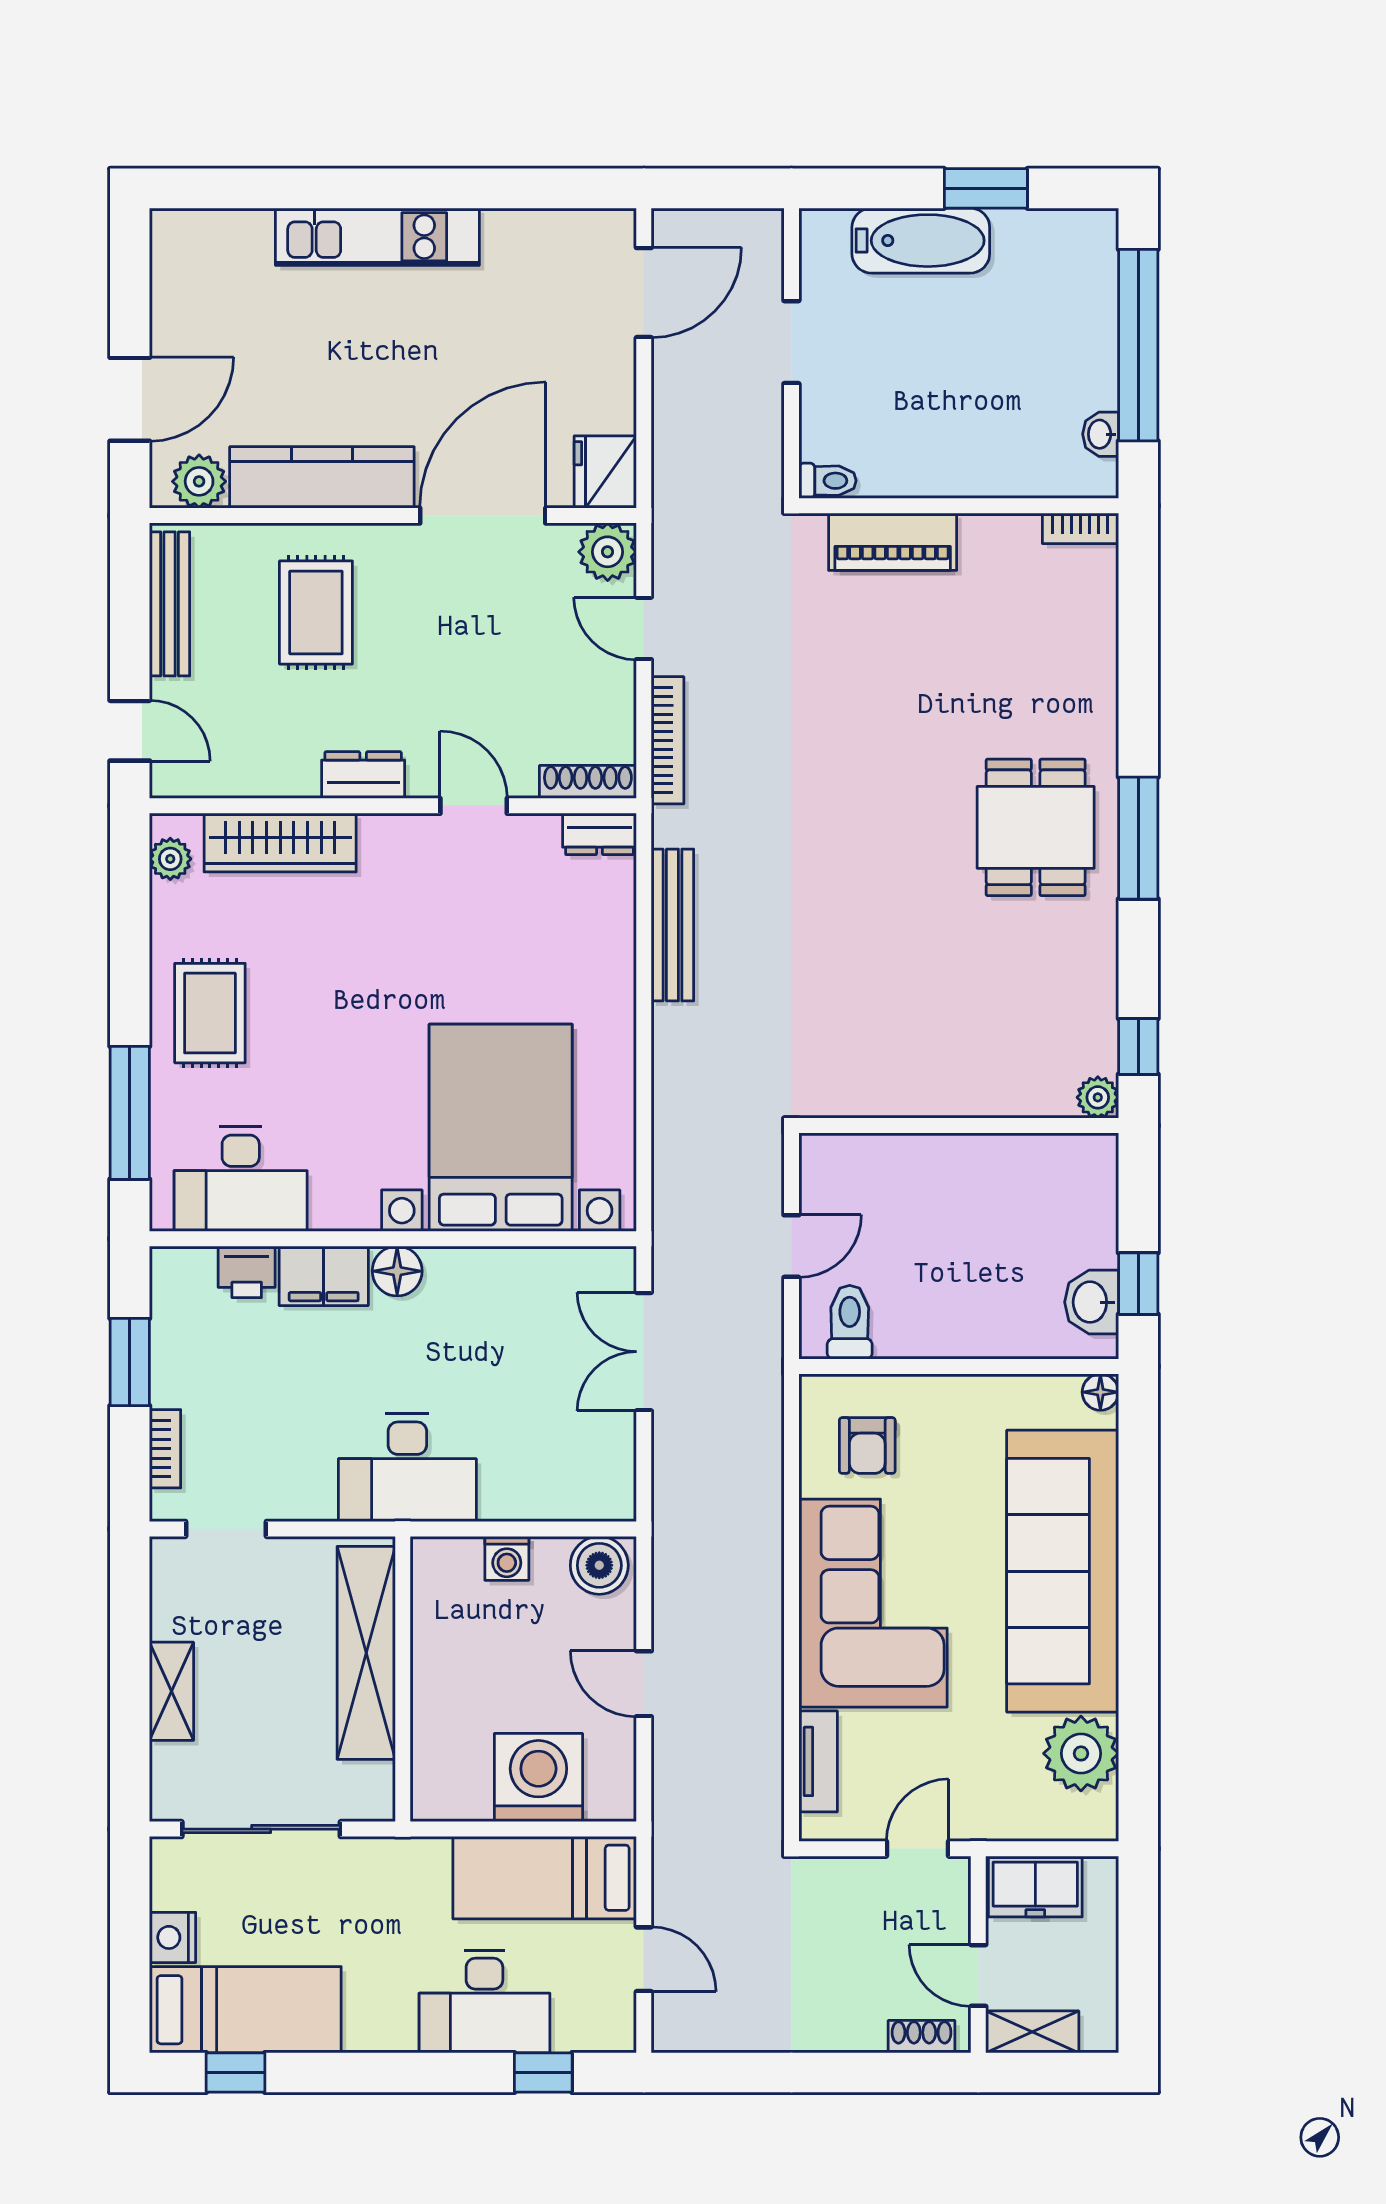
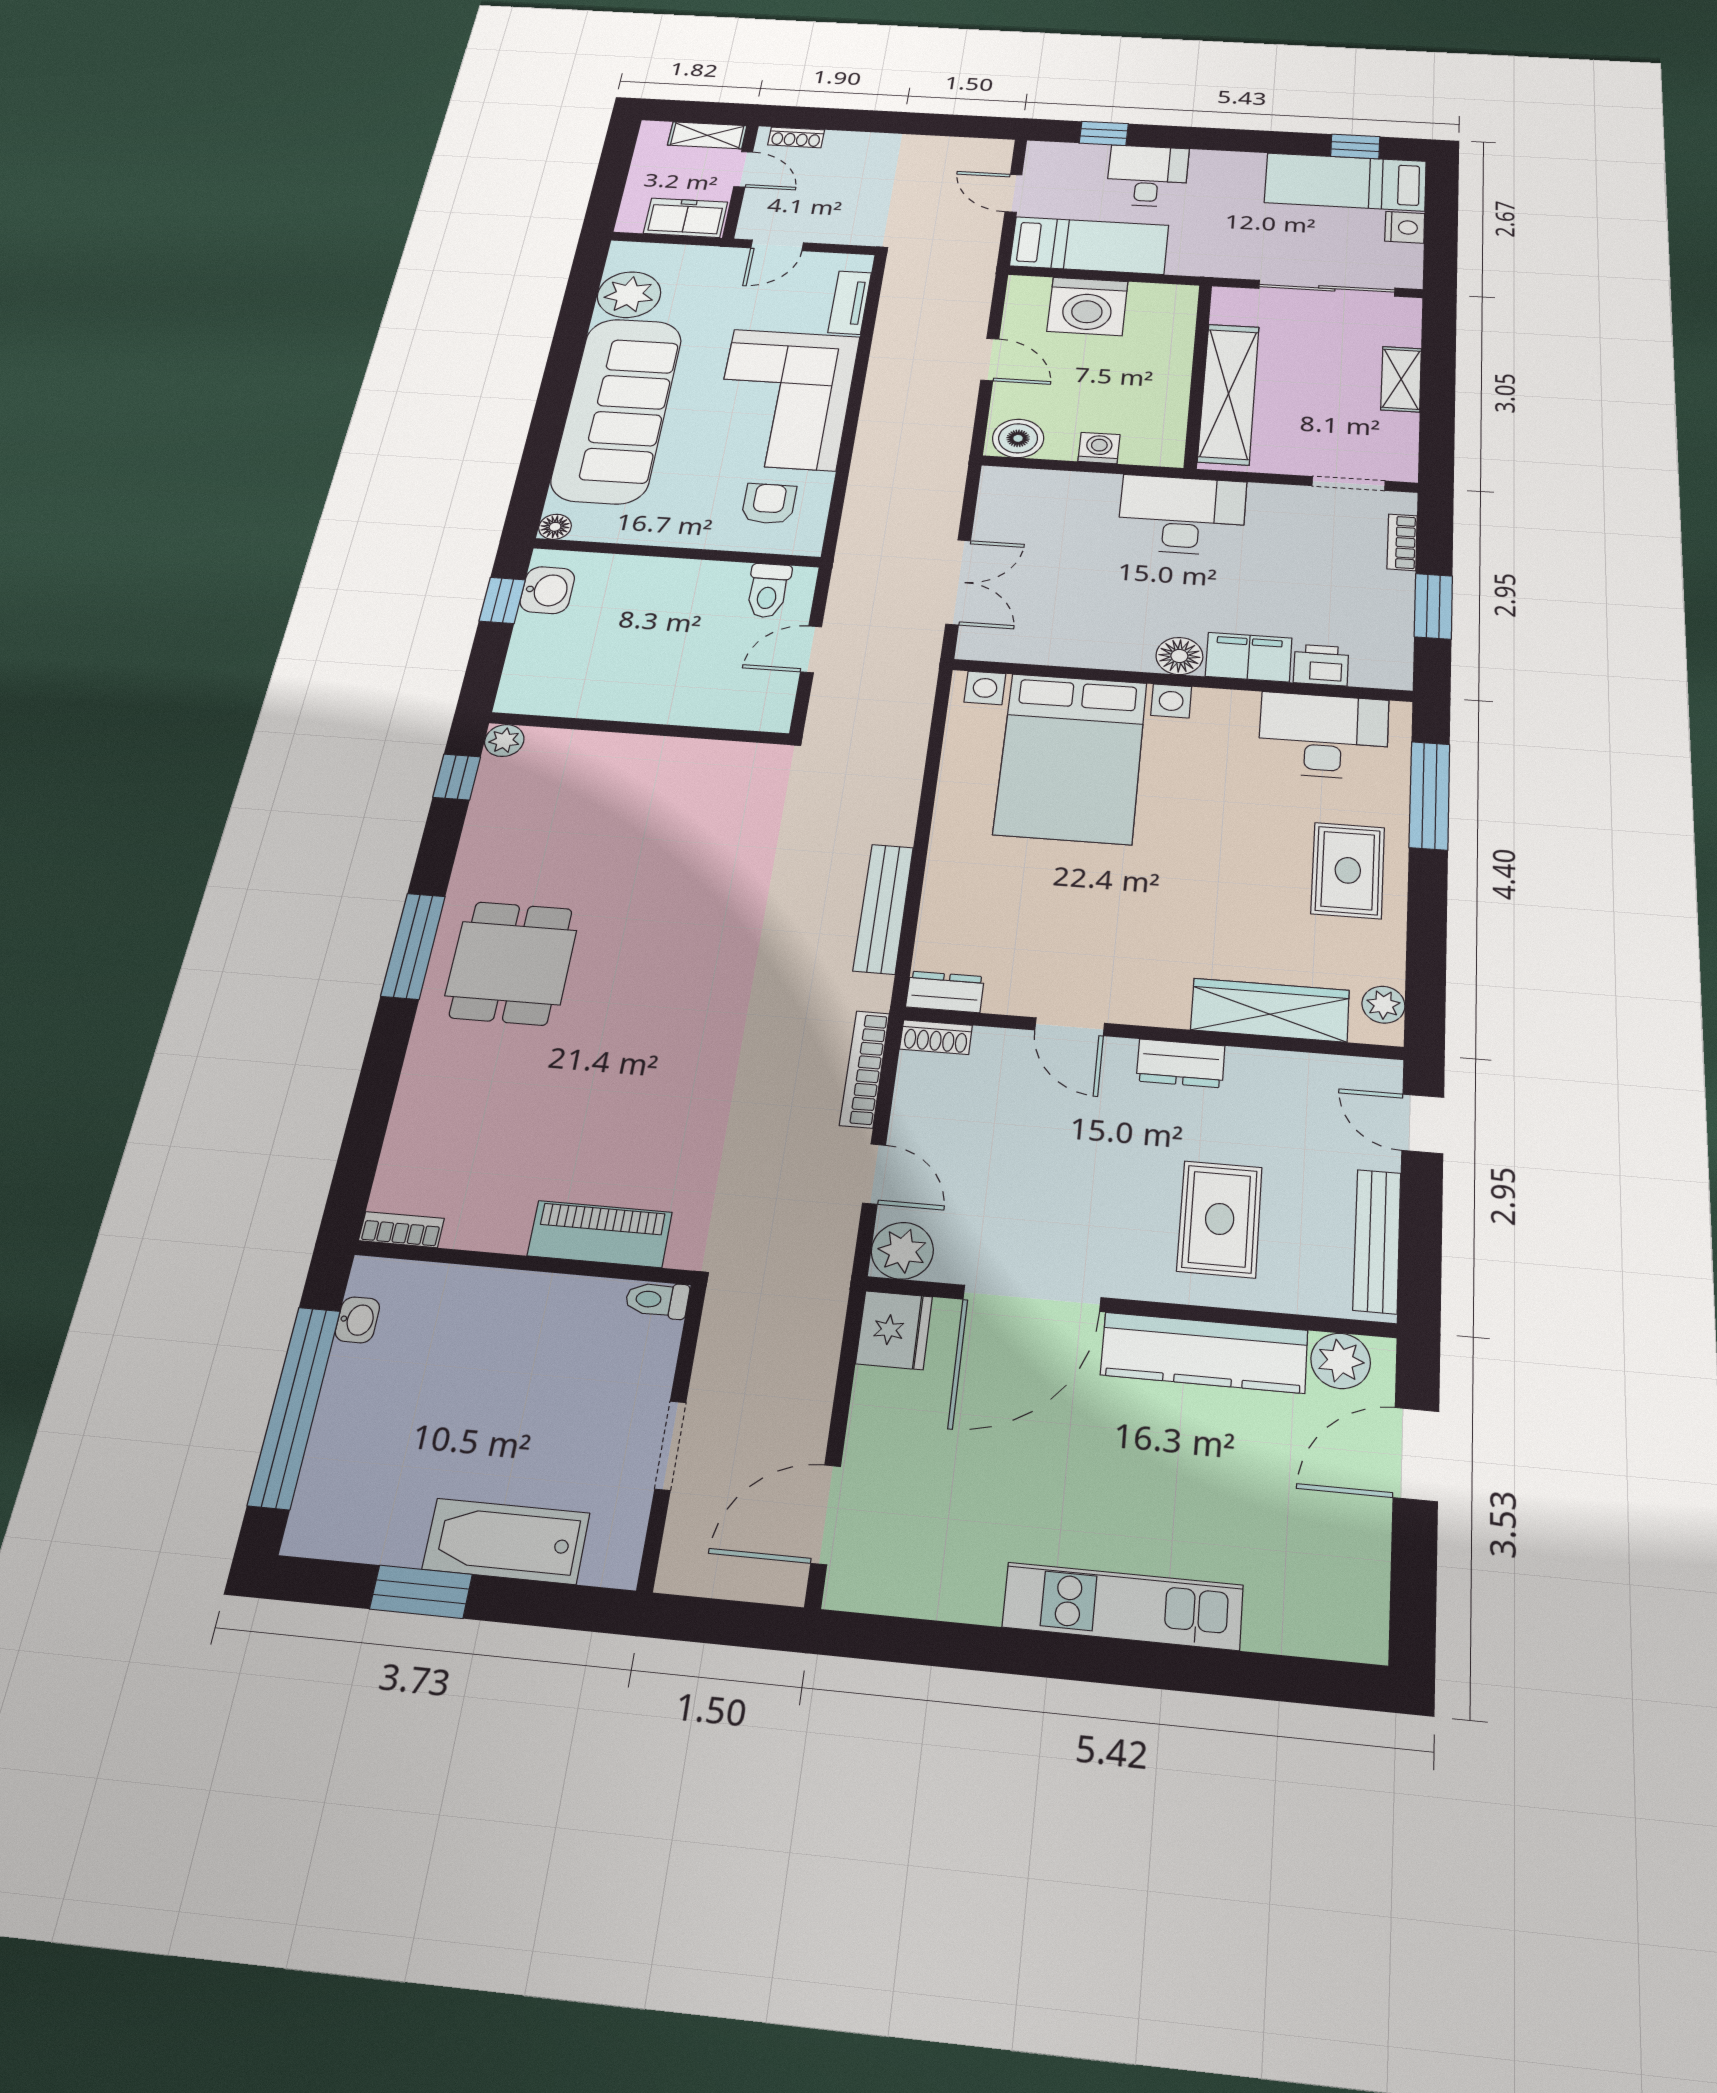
shoe rack: (588, 782) -> (936, 1037), width x0.70
desk: (484, 2001) -> (1147, 176), width x0.73

